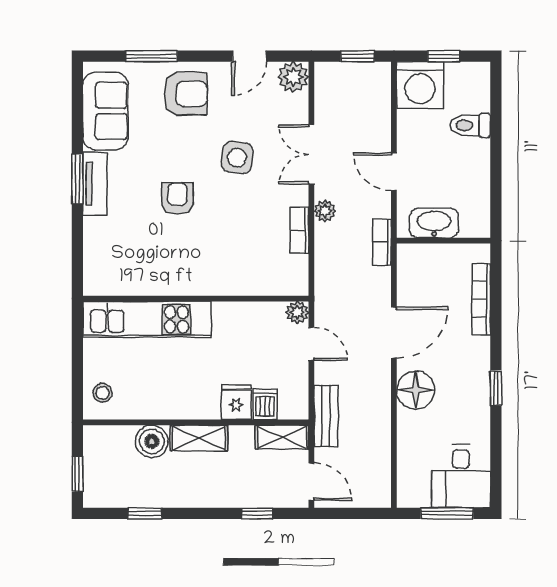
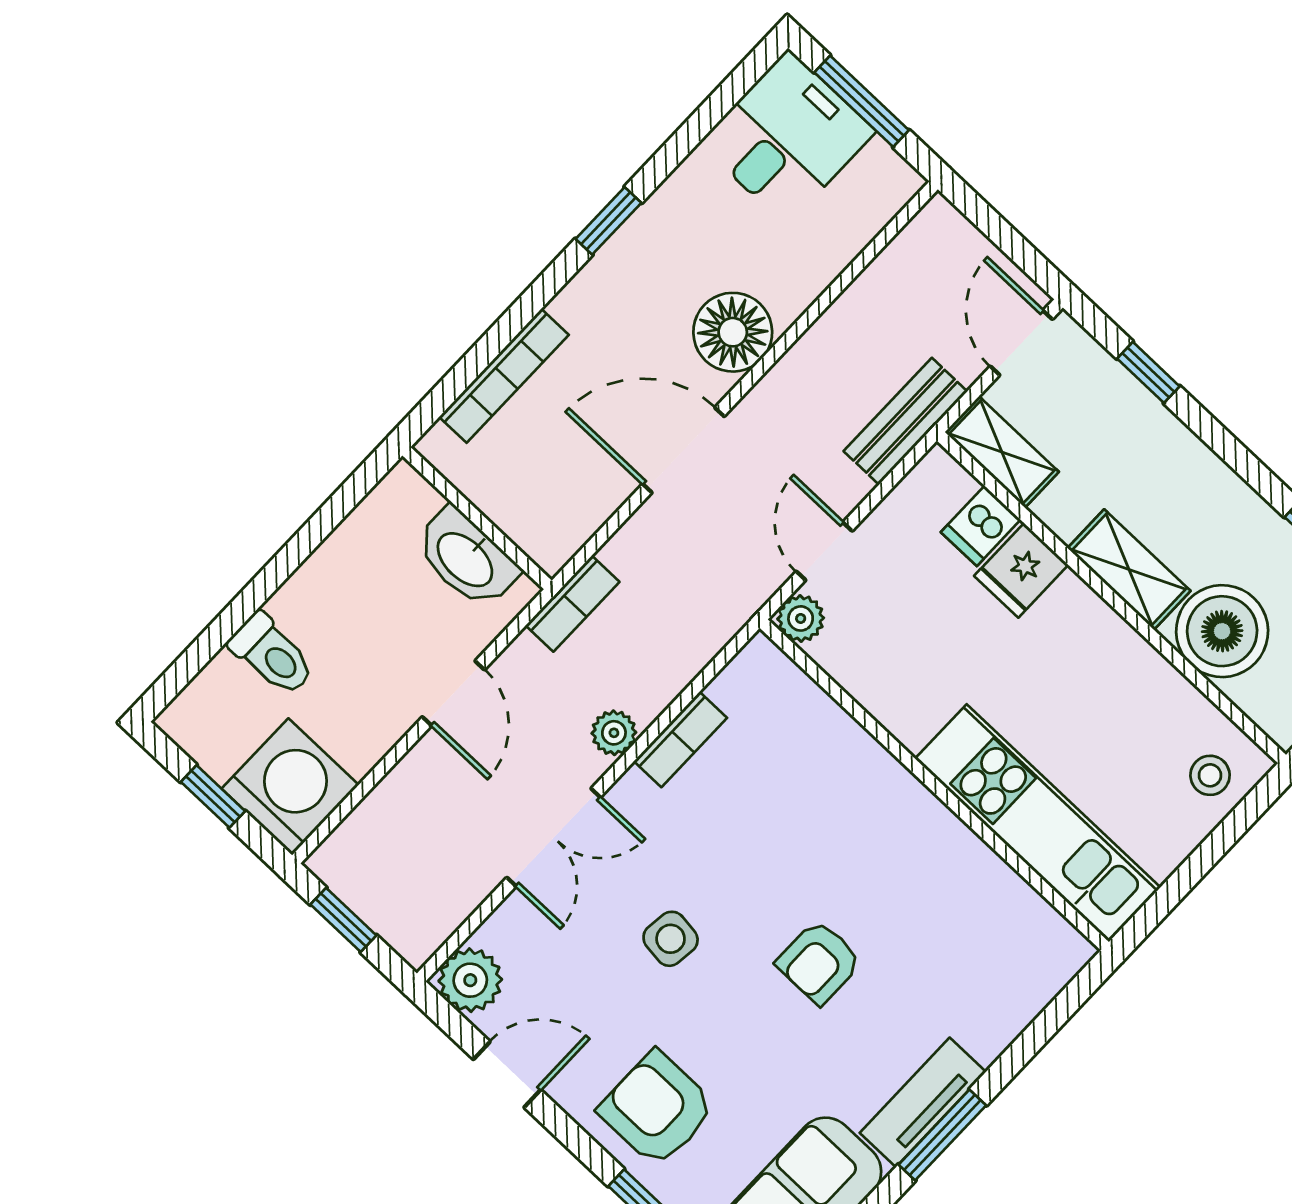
side table: (237, 158) -> (671, 939), width x0.73, depth x0.73
boiler: (152, 441) -> (1222, 631), width x1.37, depth x1.37

